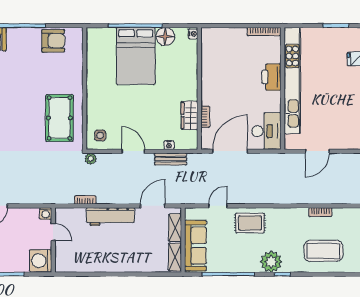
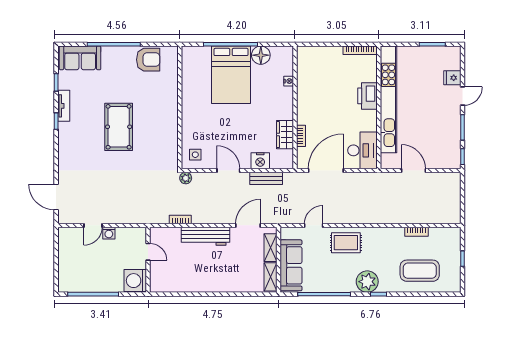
nightstand: (193, 34) -> (289, 81), moved
pool table: (59, 118) -> (119, 127), moved
nightstand: (169, 145) -> (260, 161), width x1.89, depth x1.79
door: (317, 151) -> (413, 171), swing flipped
washing machine: (46, 213) -> (109, 233), moved

